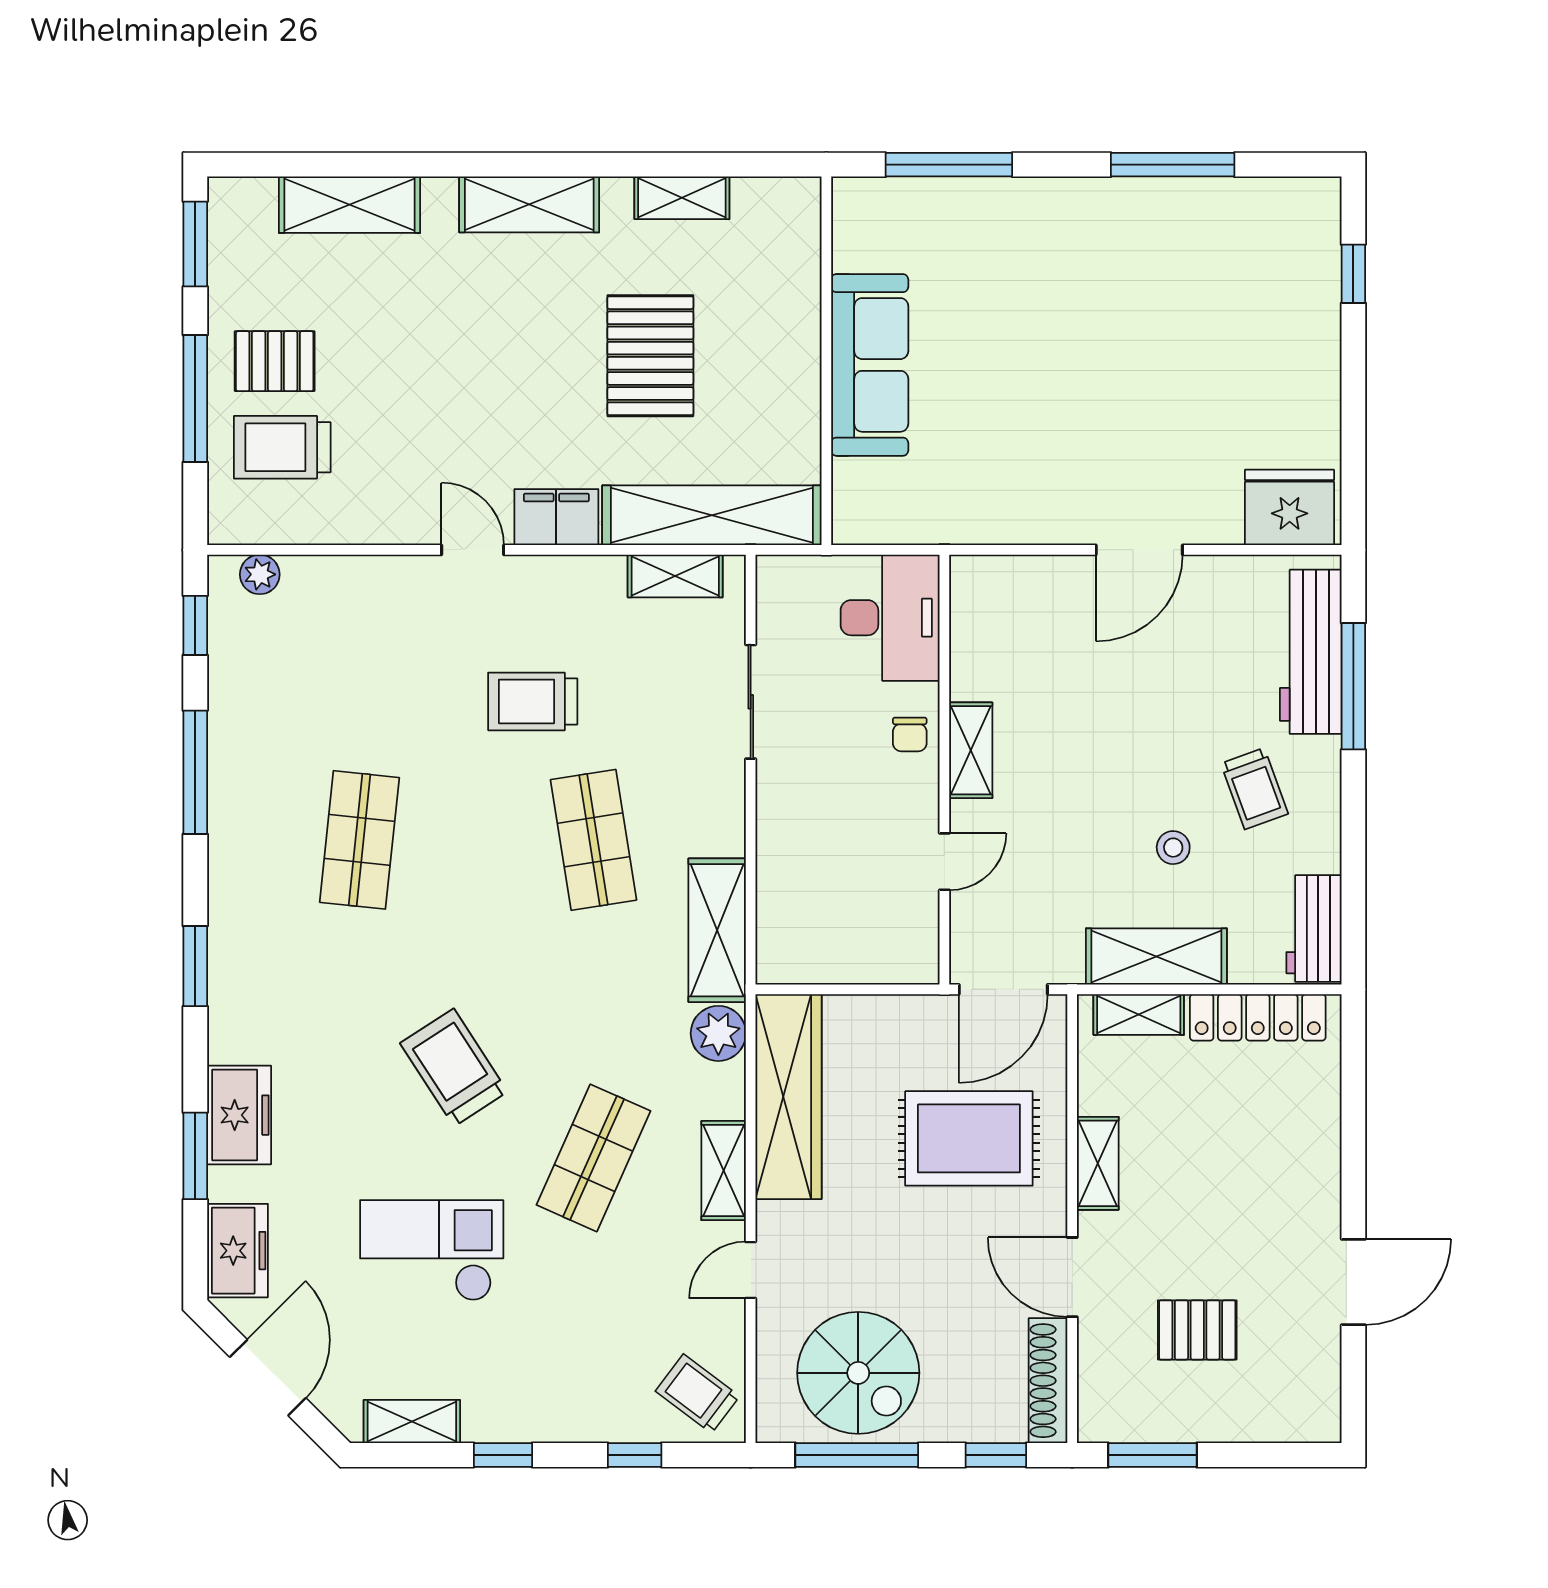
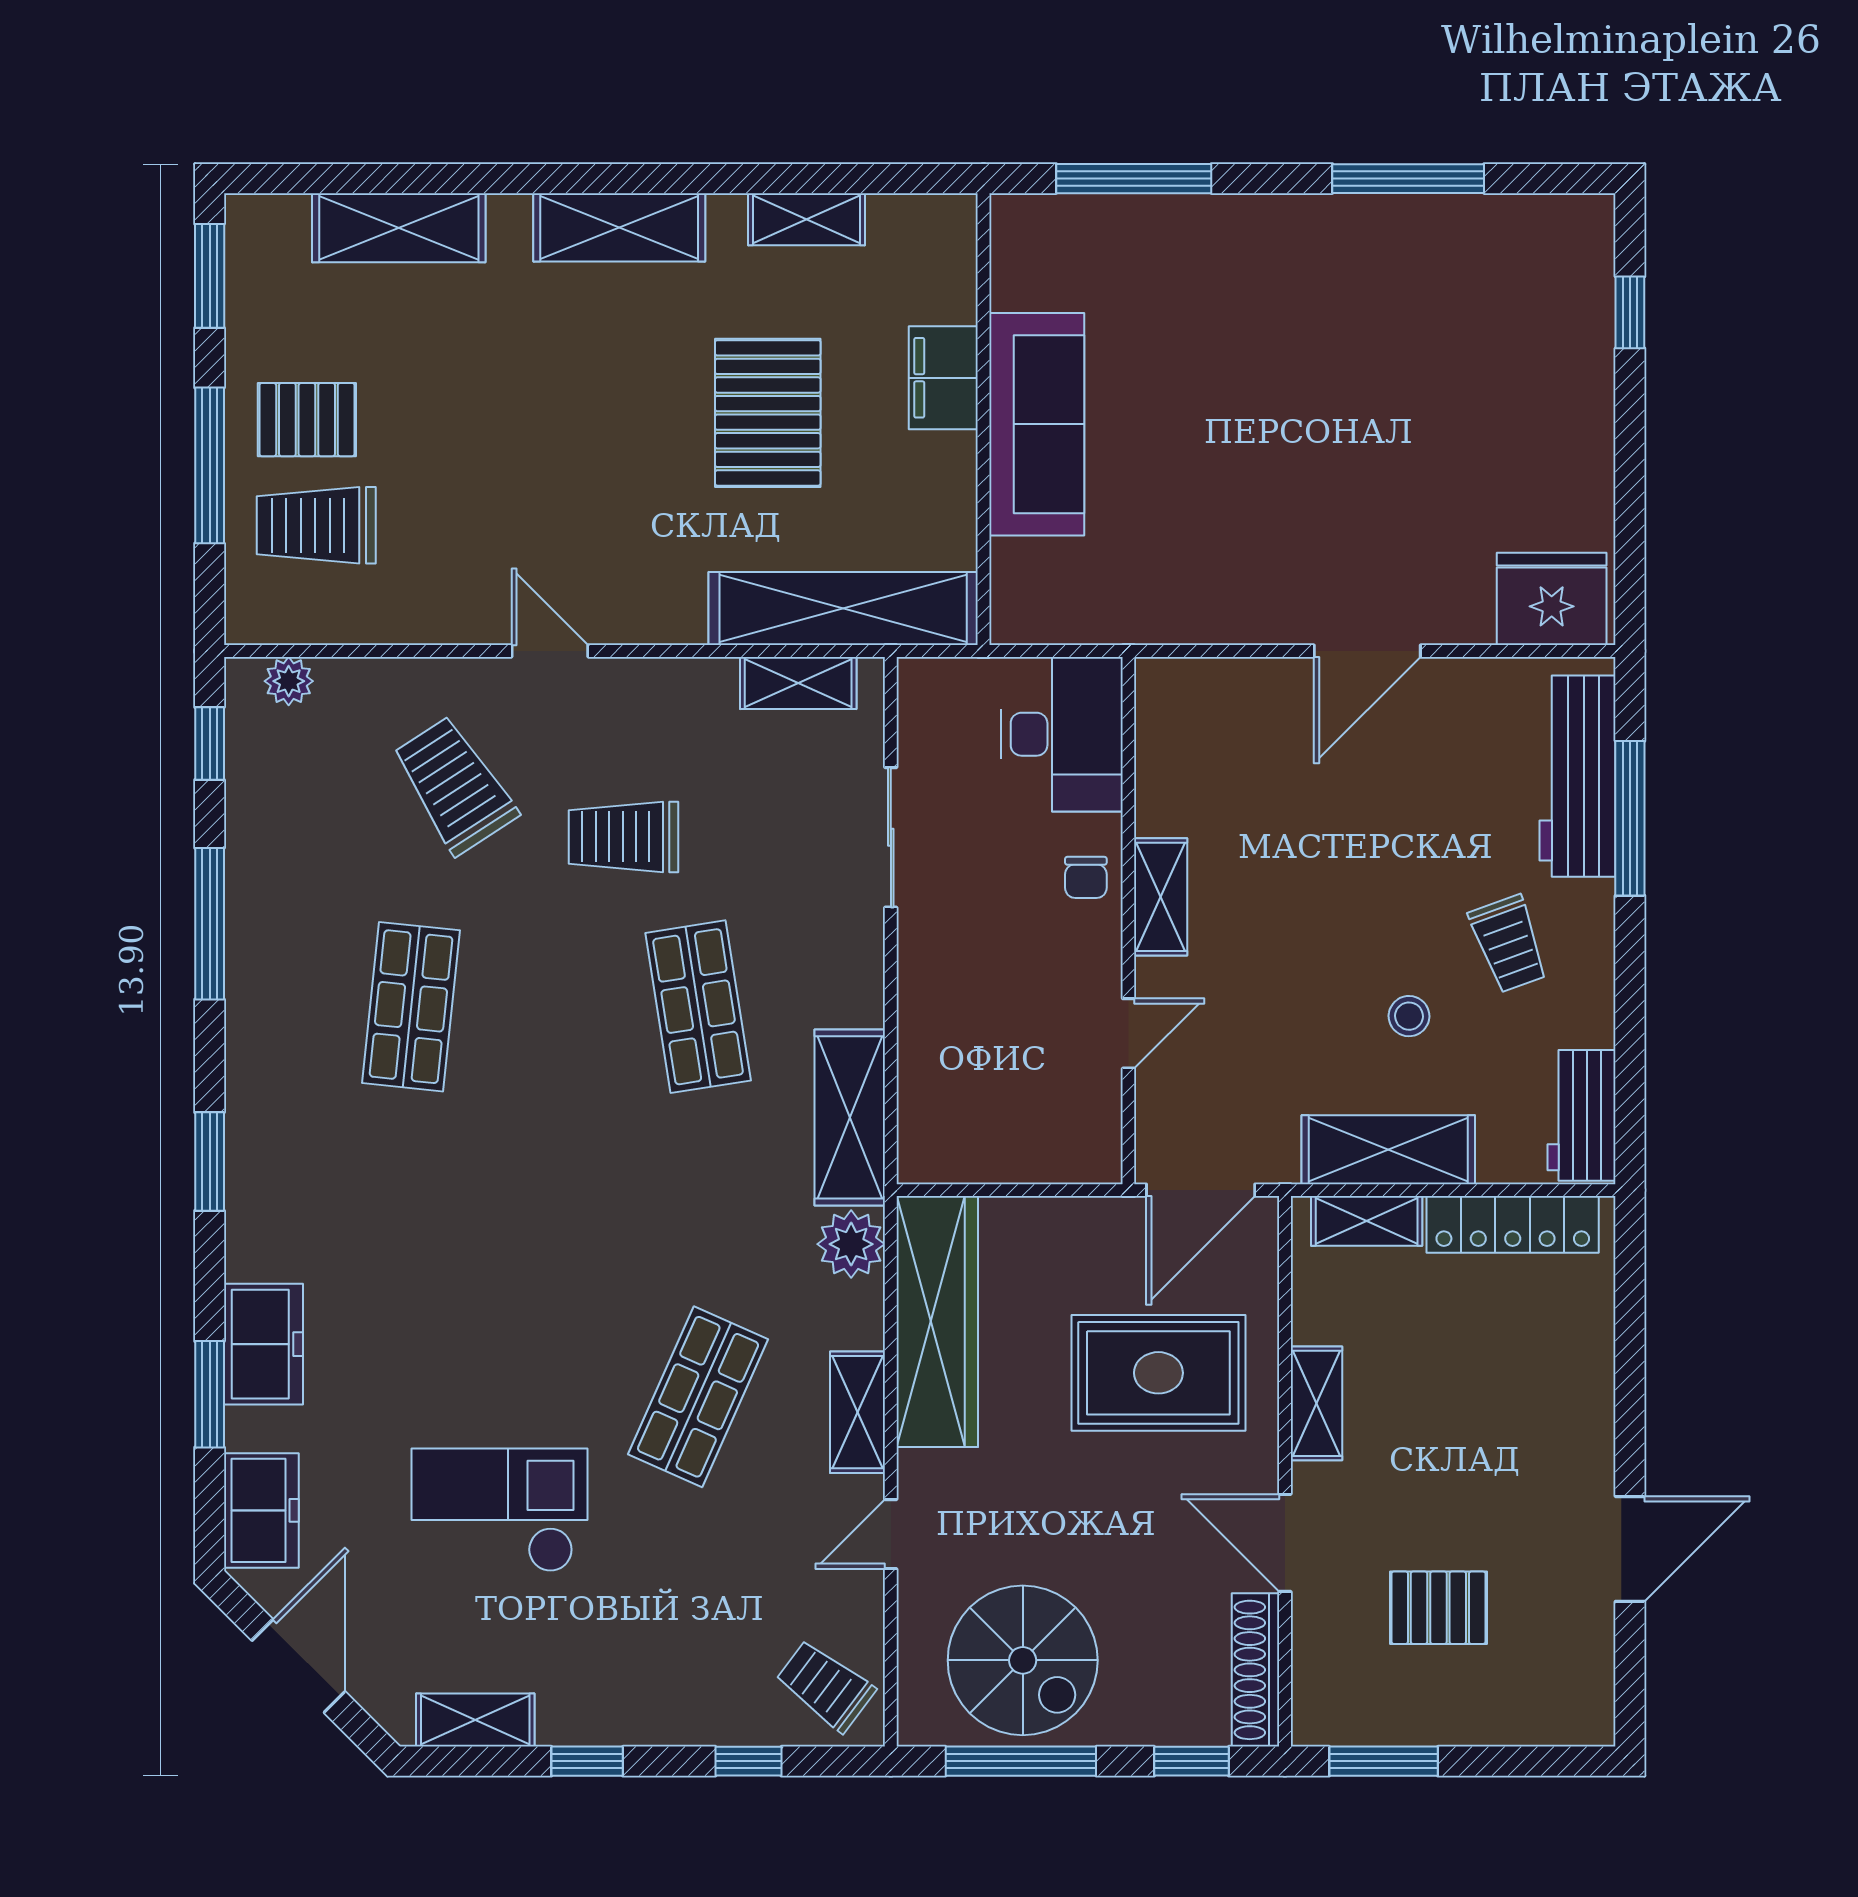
filing cabinet: (556, 517) -> (943, 378), moved, turned -90
trolley: (454, 1067) -> (455, 785), moved

